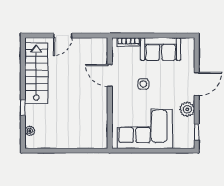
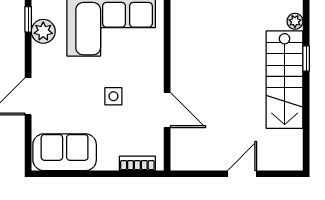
sofa: (161, 49) -> (65, 152), moved
stairs: (36, 73) -> (285, 80), moved
plant: (187, 109) -> (43, 31), moved

